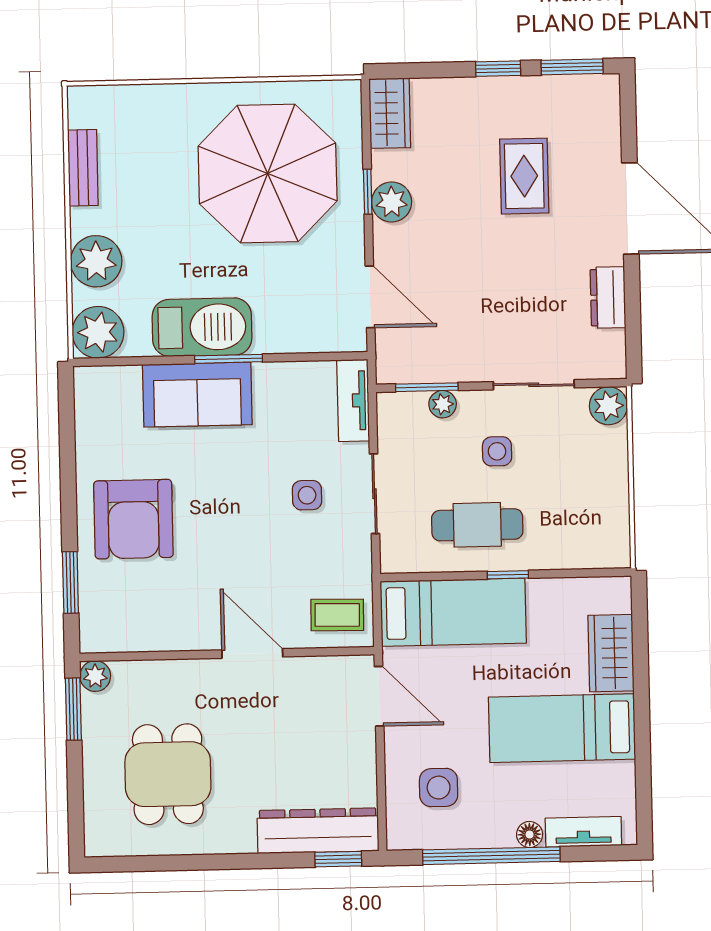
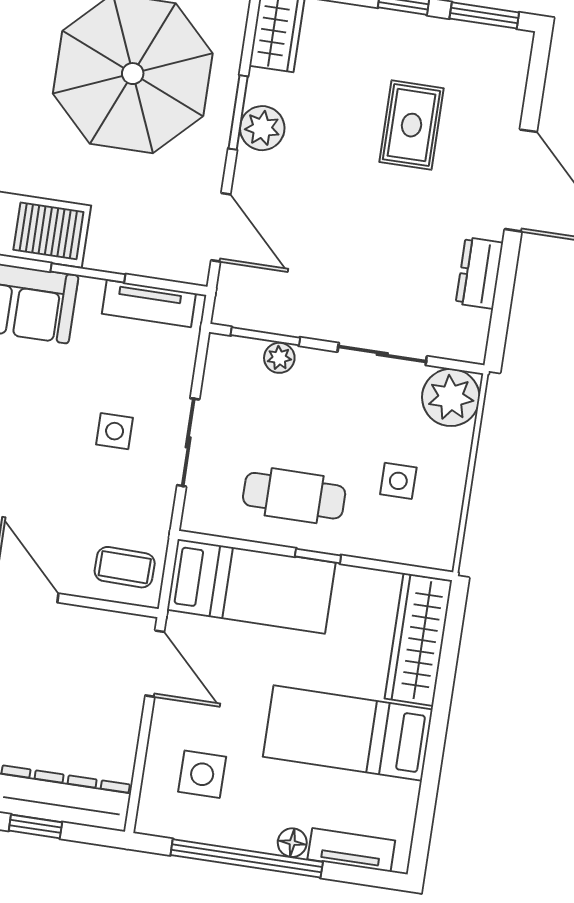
window: (368, 192) -> (238, 112), width x1.50
window: (229, 359) -> (88, 273), moved
tv unit: (353, 400) -> (149, 304), moved, turned -90
plant: (608, 406) -> (451, 397), width x1.36, depth x1.36
side table: (497, 451) -> (398, 481), moved
wardrobe: (611, 653) -> (418, 640), width x1.50
window: (338, 859) -> (35, 826), moved

